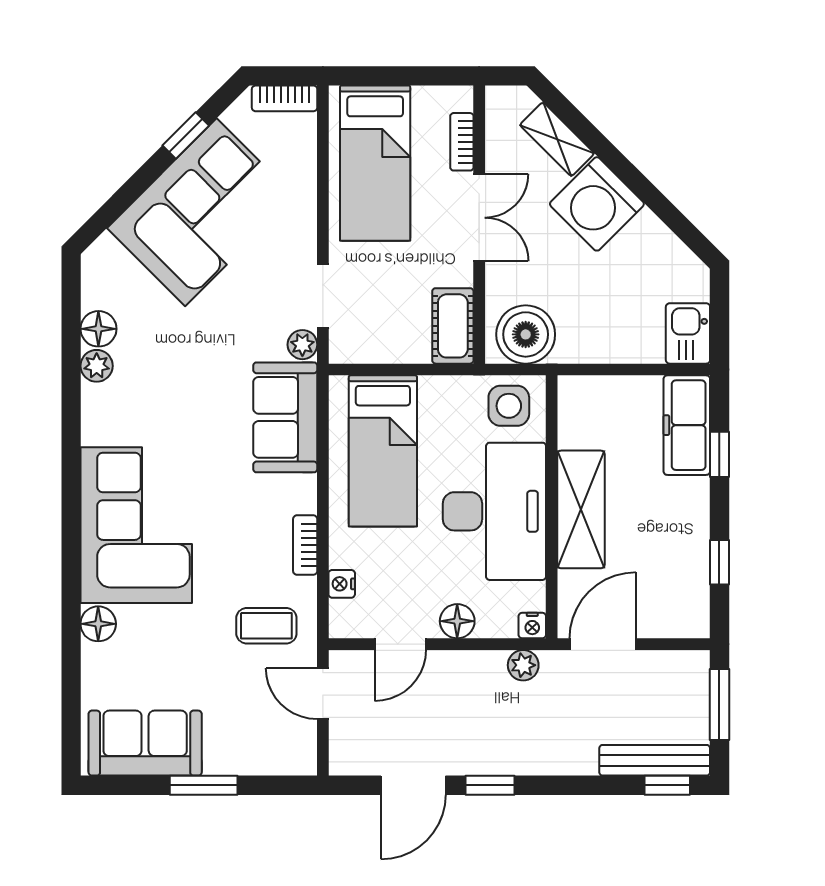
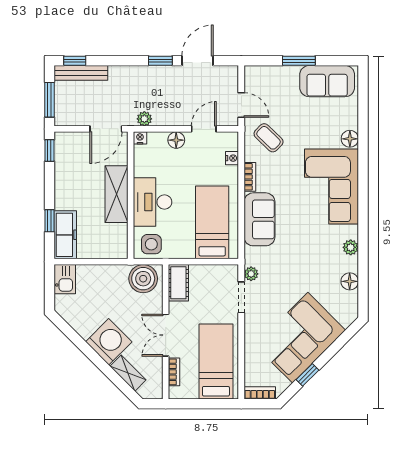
plant: (97, 366) -> (351, 247), moved
sofa: (285, 417) -> (259, 219), moved
desk: (494, 511) -> (153, 202), width x0.73, depth x0.77
window: (719, 562) -> (49, 150), moved
coffee table: (266, 626) -> (269, 138), turned 44

